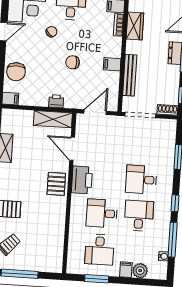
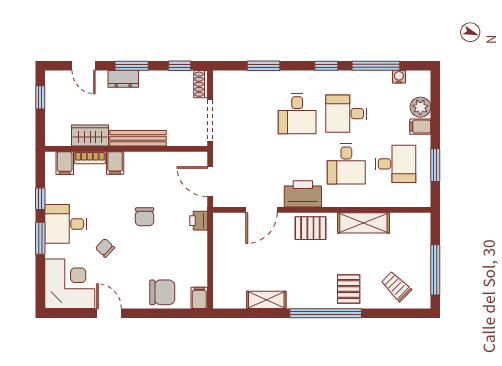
filing cabinet: (112, 64) -> (115, 163), moved
bench: (130, 75) -> (138, 138), moved
printer: (56, 101) -> (199, 221), moved
shelving: (53, 119) -> (363, 223), moved, turned 90

